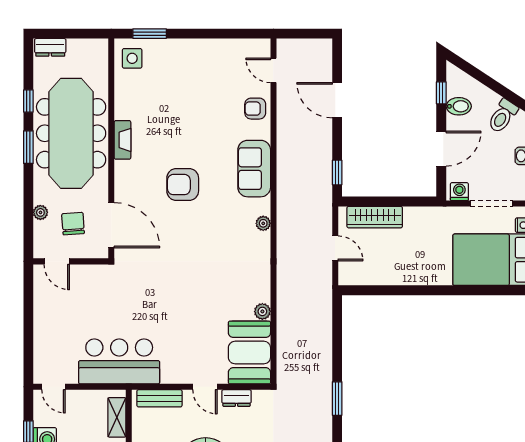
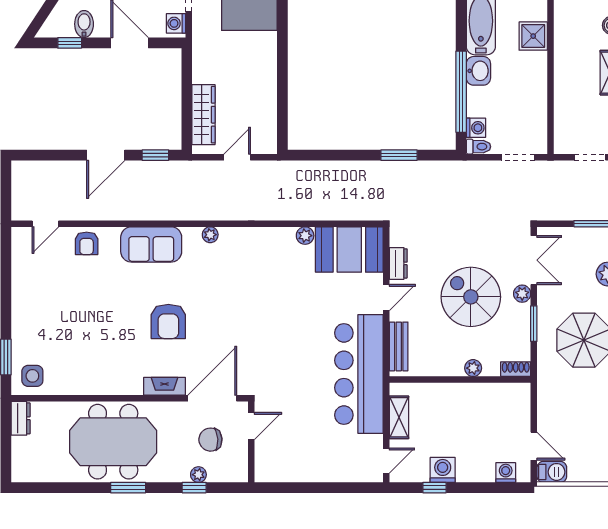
dresser: (50, 47) -> (21, 418), moved
door: (337, 100) -> (106, 155), moved
window: (28, 101) -> (194, 488), moved
meeting table: (71, 133) -> (113, 442), width x0.73
fireplace: (122, 140) -> (165, 386), moved
door: (57, 261) -> (251, 426), moved
bar counter: (119, 361) -> (359, 374), width x1.36
shelving: (117, 417) -> (399, 417), moved, turned 90

